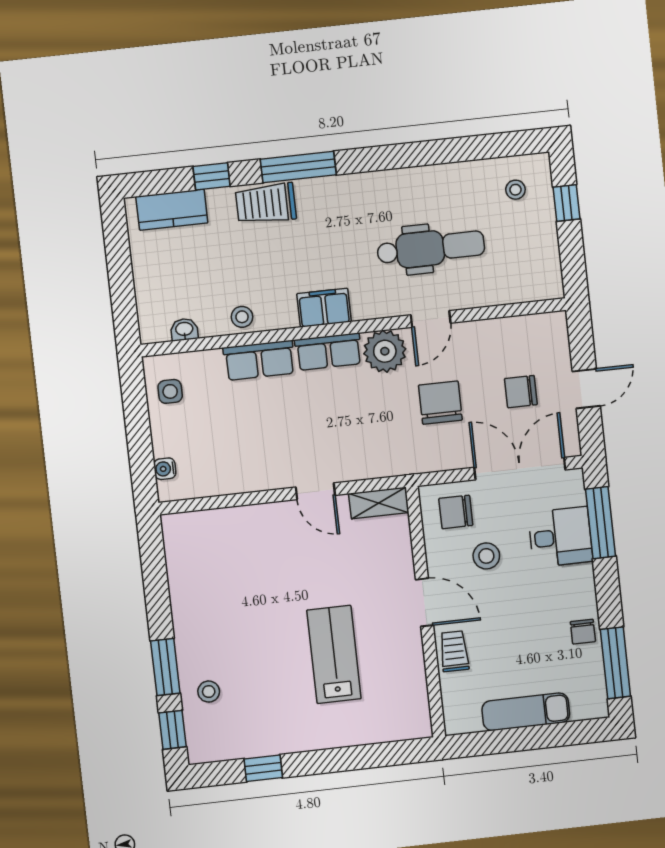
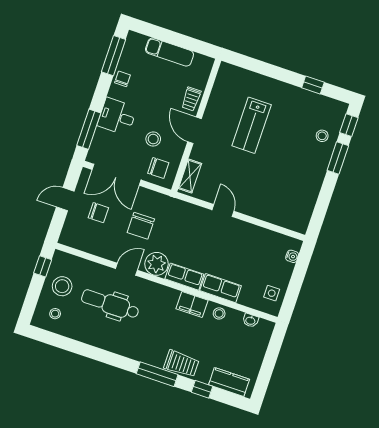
window: (567, 203) -> (43, 266), moved
stool: (525, 241) -> (62, 286), added
filing cabinet: (324, 308) -> (192, 304), moved
shelving: (379, 503) -> (190, 176), moved, turned 90
desk: (560, 537) -> (117, 116), moved

